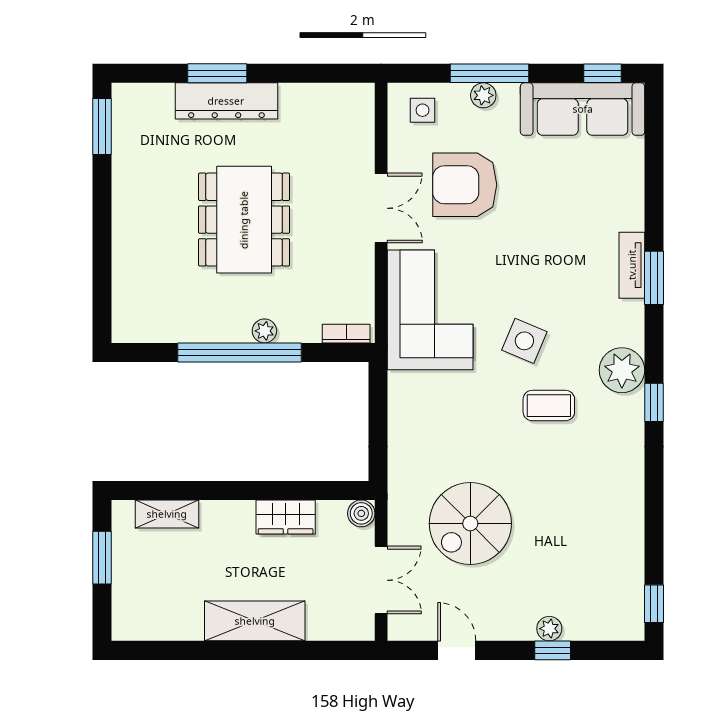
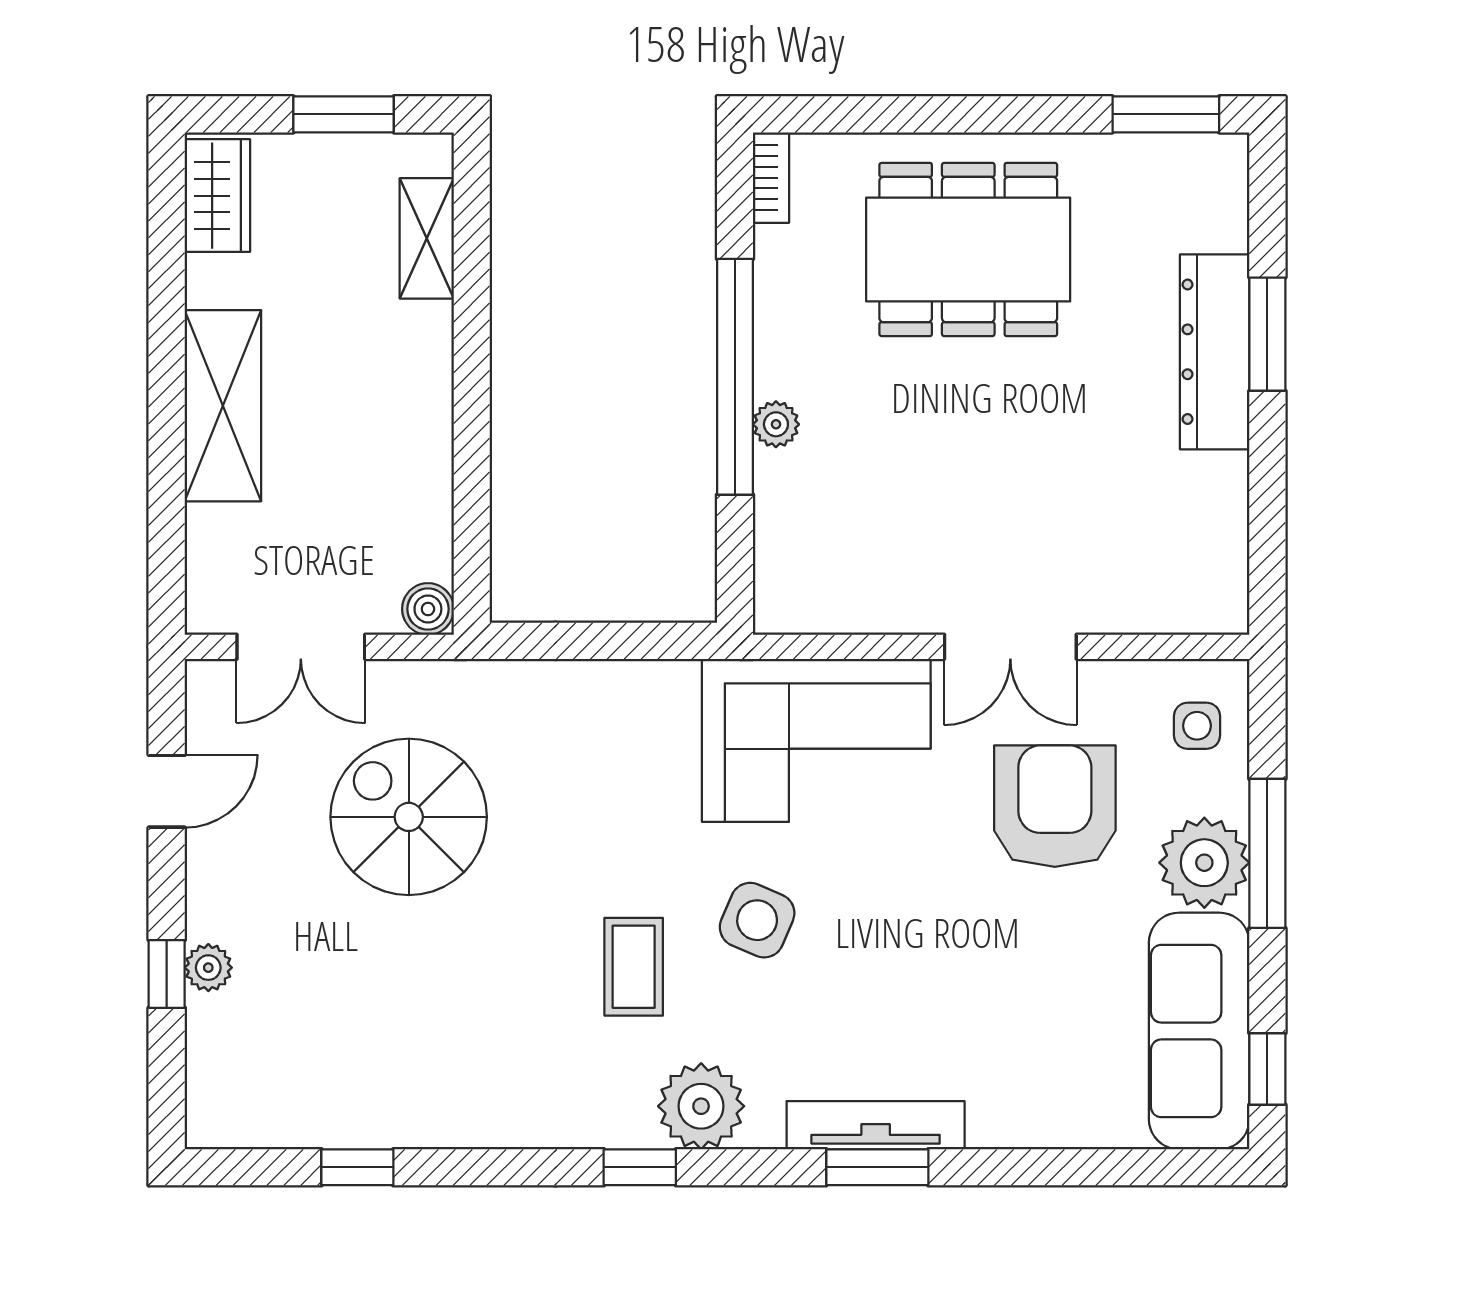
plant: (483, 95) -> (1204, 863), width x1.88, depth x1.88
dining table: (244, 220) -> (968, 250), moved
tv unit: (632, 265) -> (876, 1125), width x1.41
bookcase: (346, 334) -> (771, 178), moved
wardrobe: (286, 517) -> (217, 196), moved, turned 180
window: (654, 604) -> (357, 1167), moved

